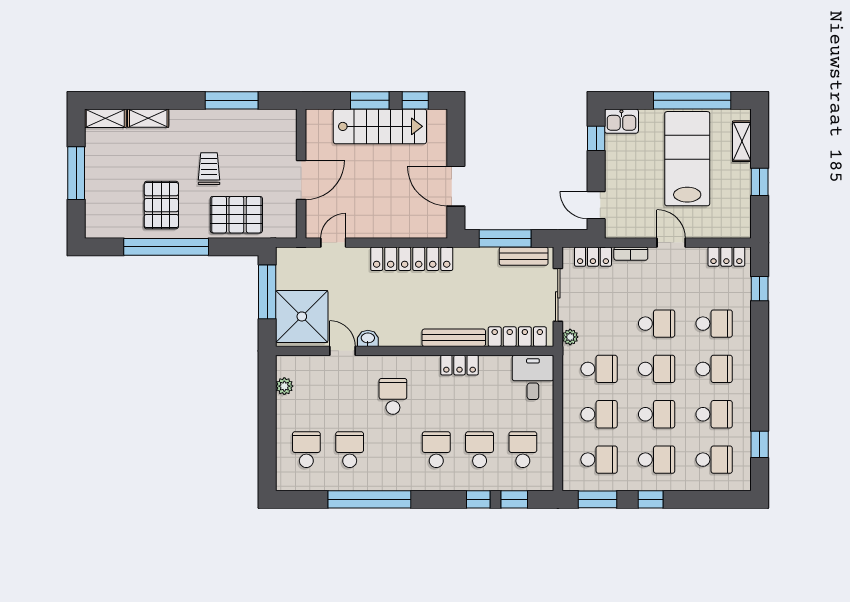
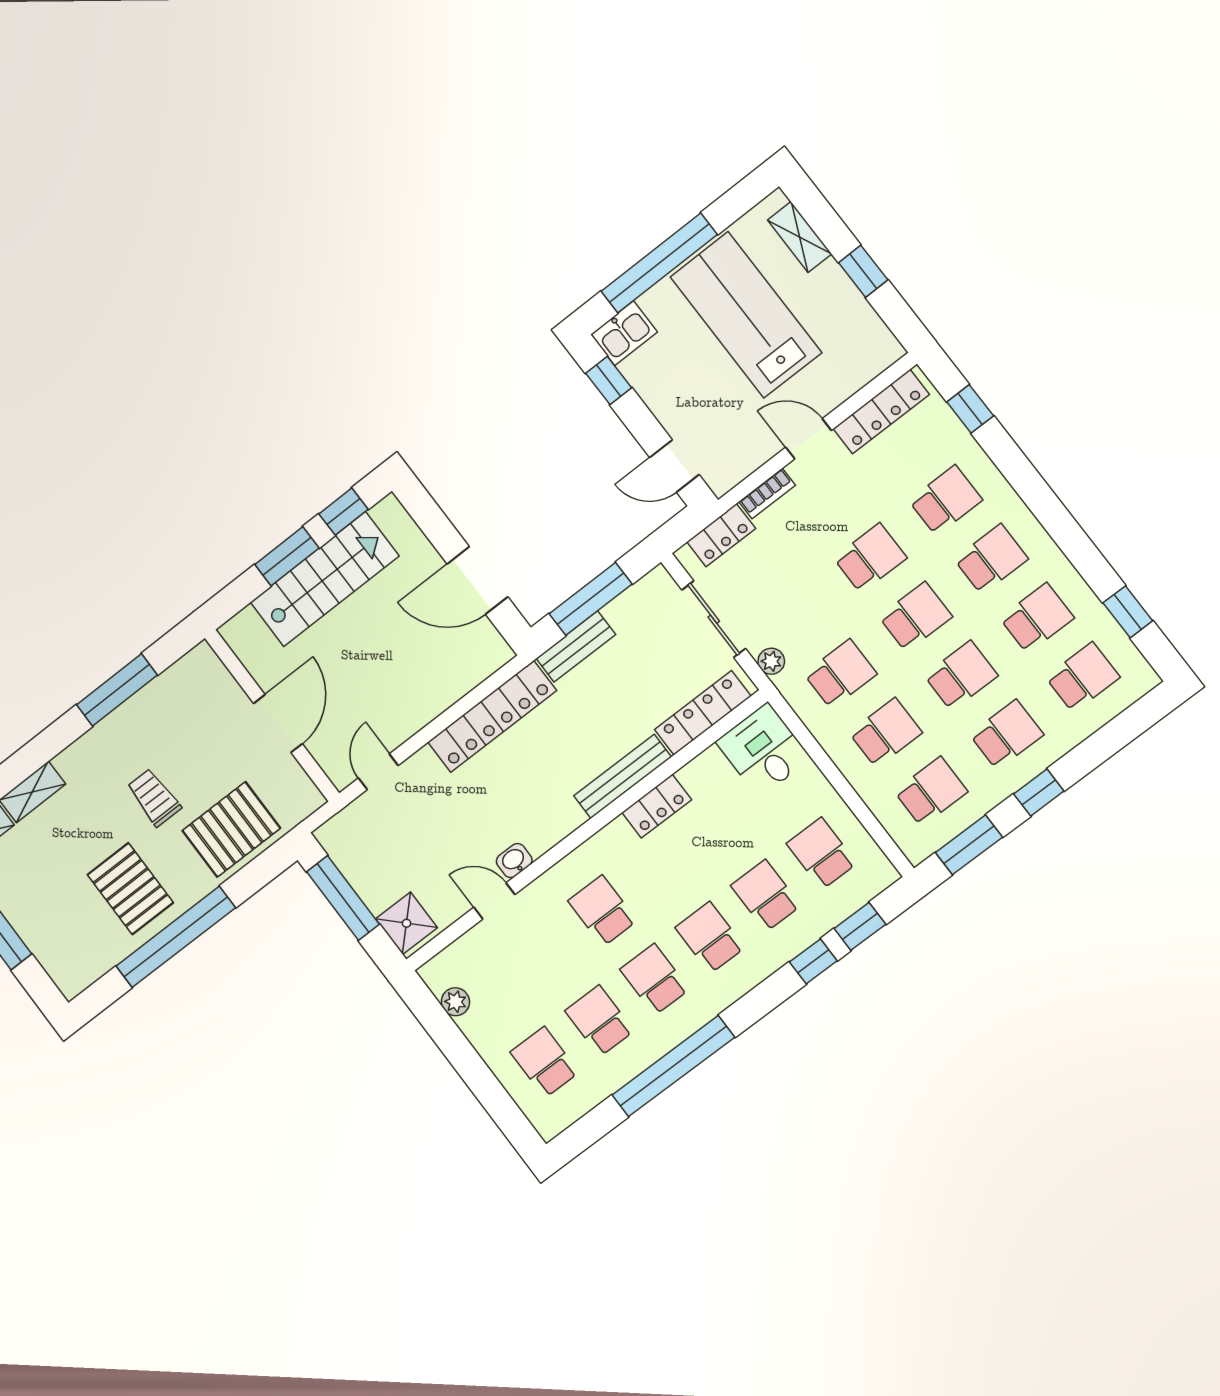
window: (692, 100) -> (659, 263), moved
bench: (524, 256) -> (576, 646), moved
locker: (726, 257) -> (881, 412), width x1.53
shower: (302, 316) -> (406, 923), width x0.54, depth x0.54
school desk: (393, 450) -> (655, 979), added

